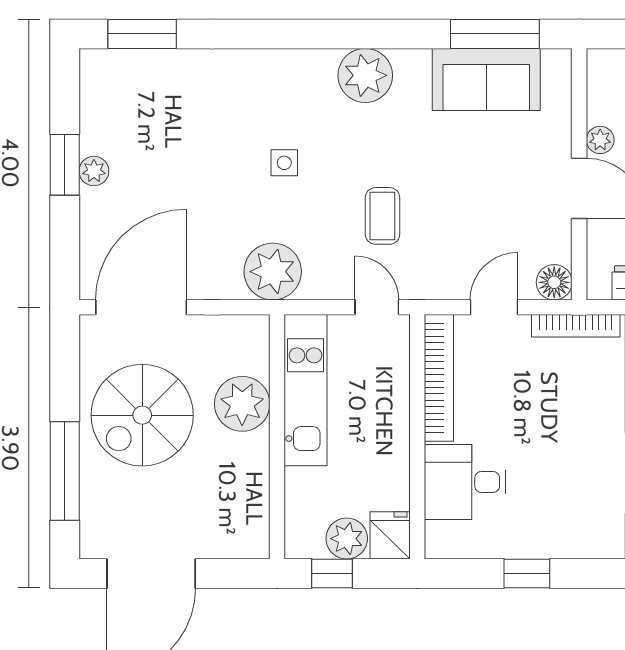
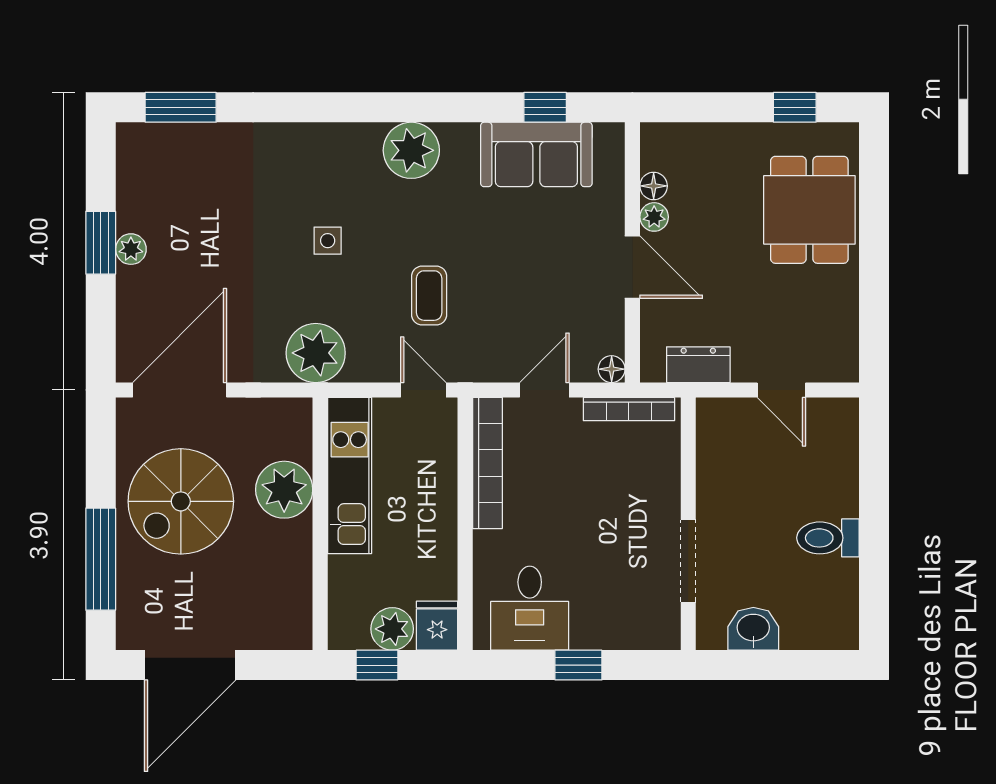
window: (495, 34) -> (545, 107), width x0.46
floor lamp: (600, 110) -> (654, 186), added
floor lamp: (554, 282) -> (612, 369), width x0.73, depth x0.73
desk: (465, 482) -> (530, 608), moved, turned -90

